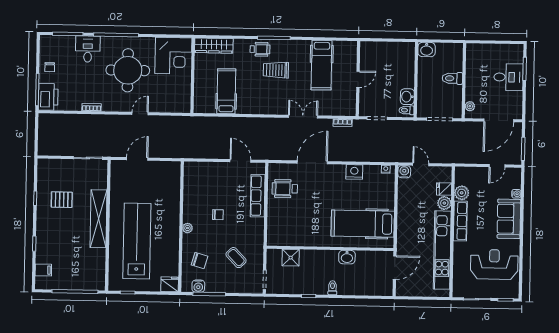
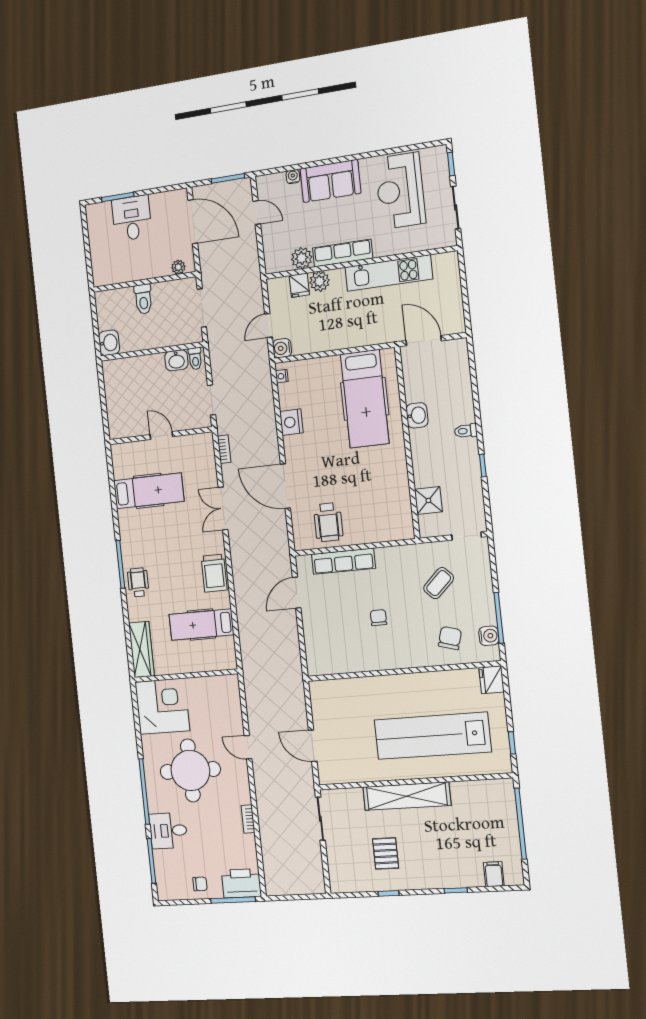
trolley: (276, 70) -> (214, 573), moved
plant: (187, 228) -> (404, 661), removed
kitchen unit: (442, 250) -> (389, 273), width x0.73

